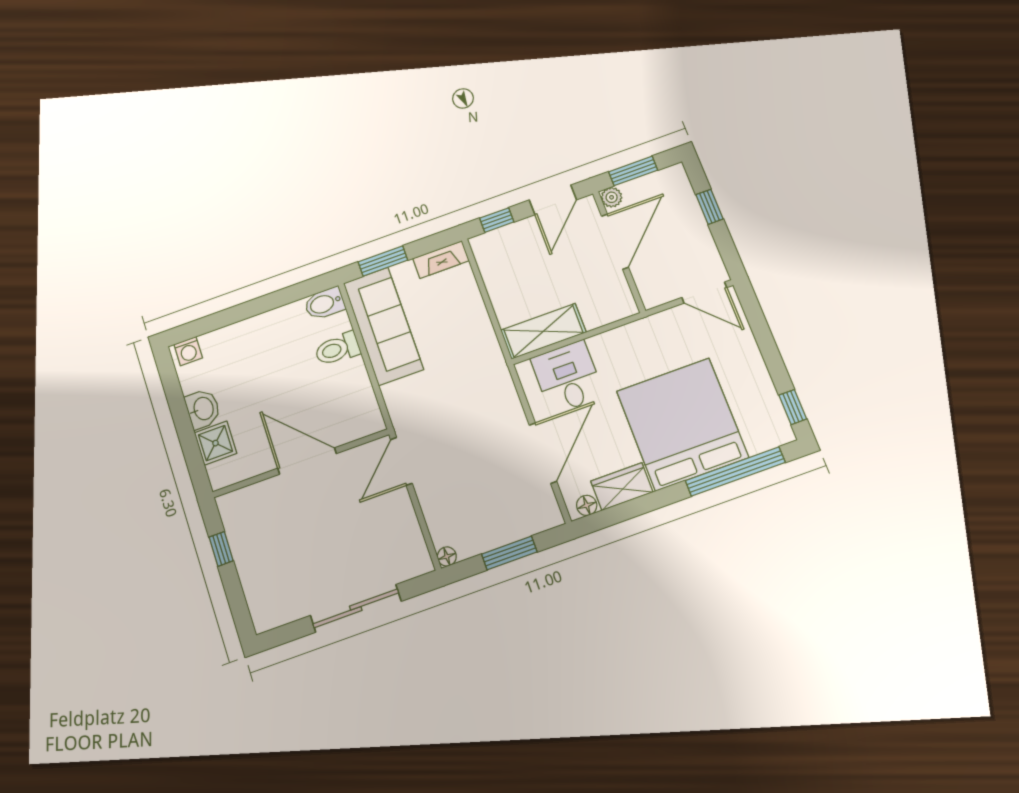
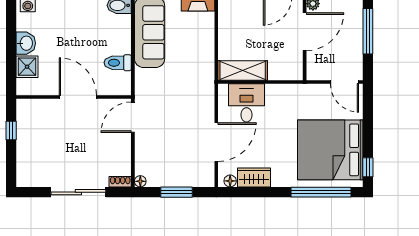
window: (710, 207) -> (368, 31), width x2.17
toilet: (337, 349) -> (118, 63), moved
bed: (682, 424) -> (330, 150), moved, turned -90
shoe rack: (416, 568) -> (120, 182), added

